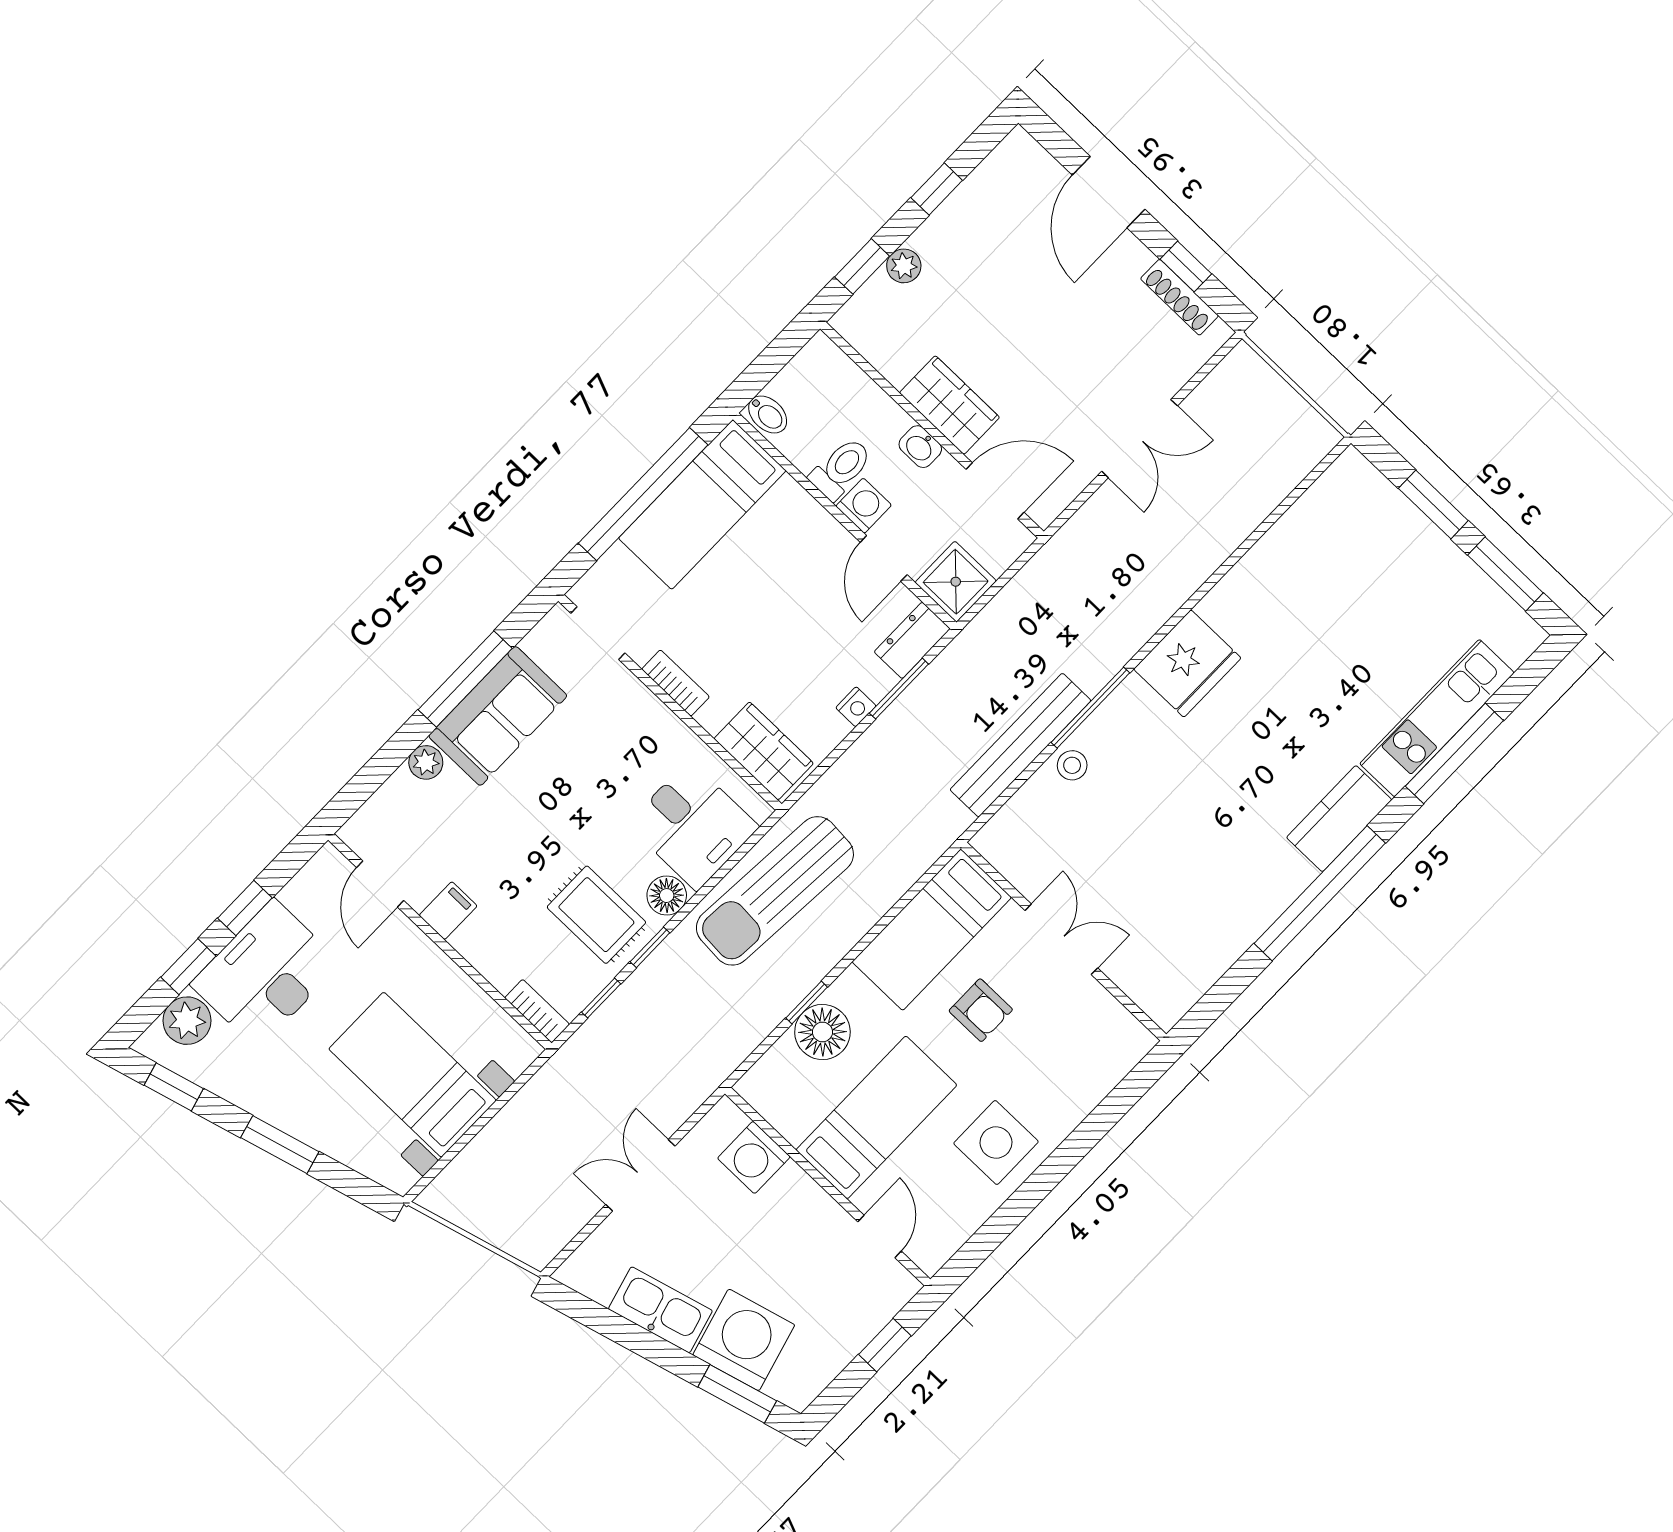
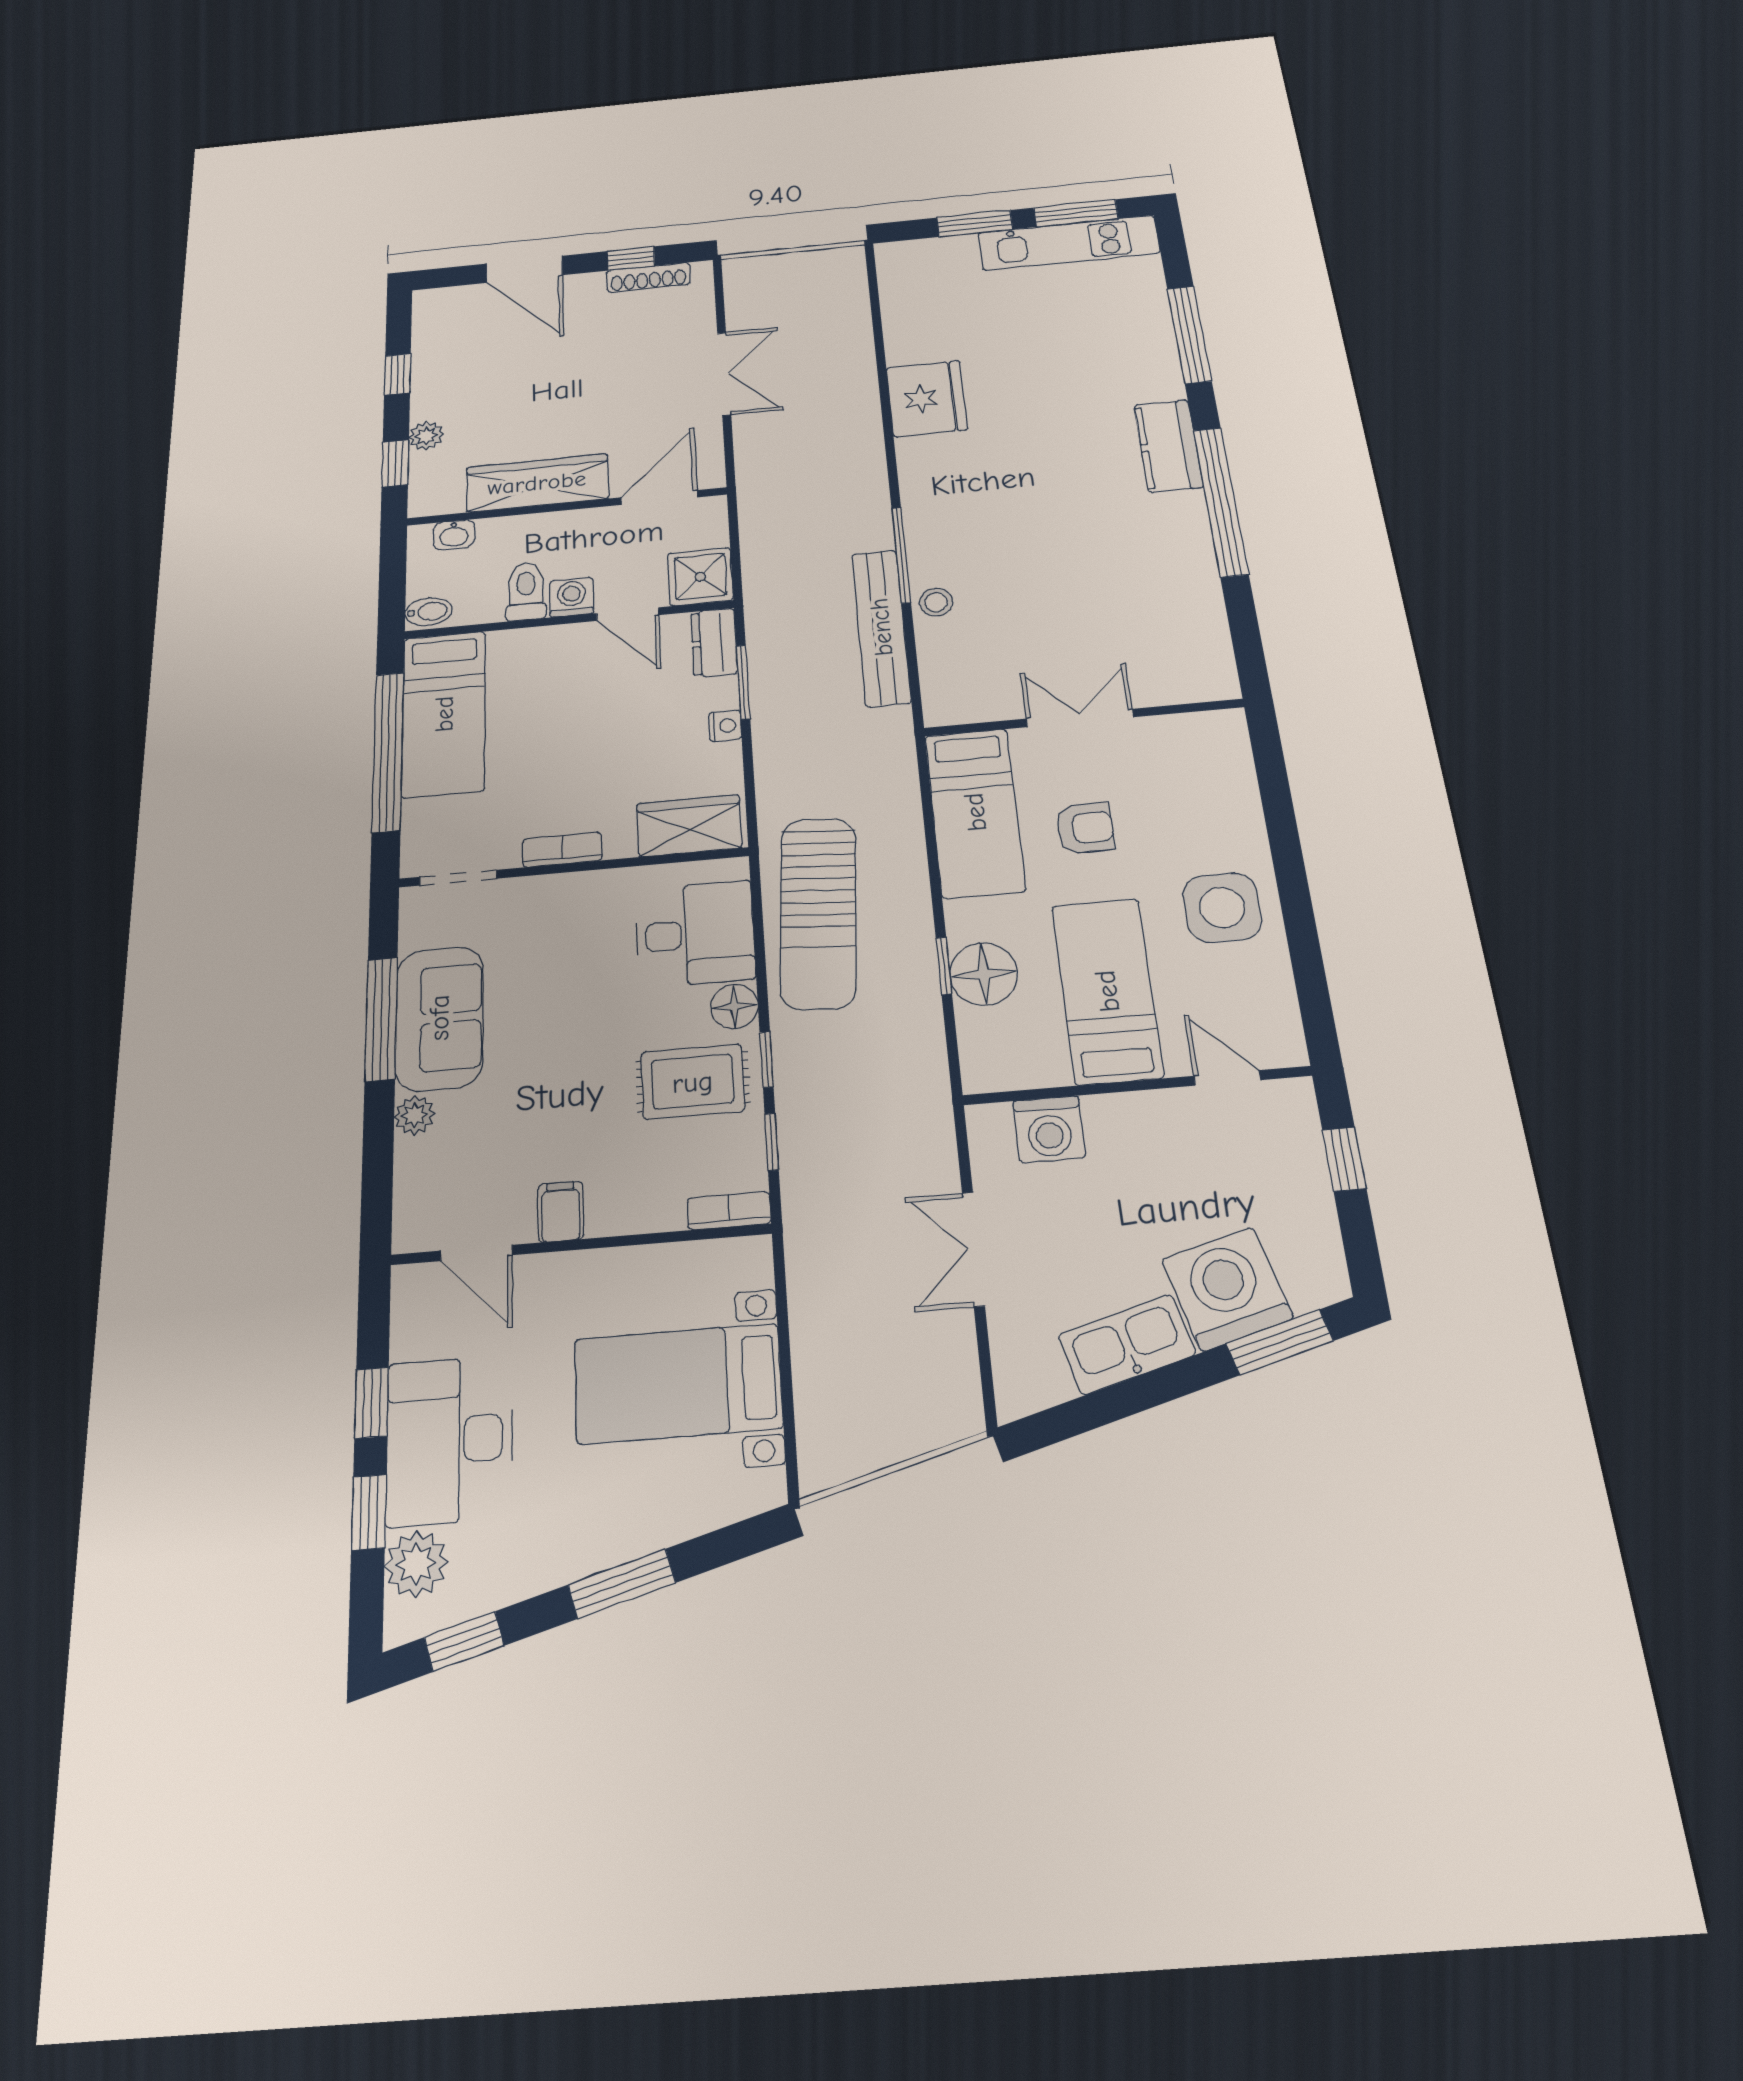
wardrobe: (950, 405) -> (537, 483), width x1.50
washbasin: (920, 447) -> (454, 535), moved
fridge: (1187, 664) -> (927, 399), moved
kitchen unit: (1437, 718) -> (1069, 243), moved, turned -90

